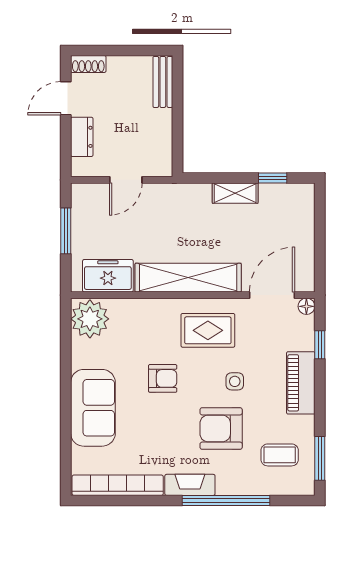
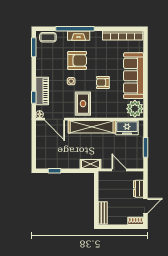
door: (126, 180) -> (119, 170), hinge flipped
shelving: (235, 193) -> (91, 164), moved
door: (272, 295) -> (55, 119), hinge flipped
rug: (208, 330) -> (83, 104), turned 90
piano: (301, 383) -> (42, 91), moved
sofa: (93, 408) -> (134, 76), width x1.36
coffee table: (280, 455) -> (48, 37), moved
fireplace: (190, 485) -> (79, 36), moved

